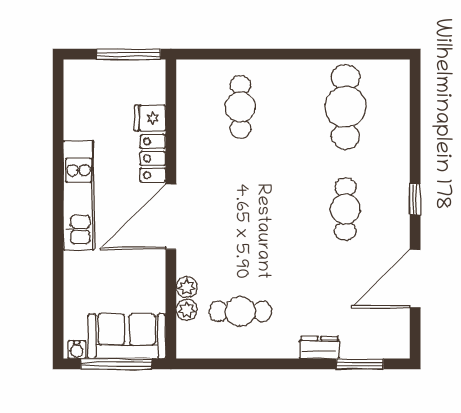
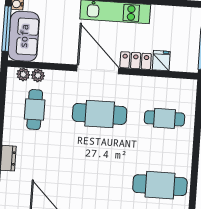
cafe table: (346, 209) -> (100, 114), moved, width x1.37, depth x1.35
plant: (187, 287) -> (23, 74), moved

